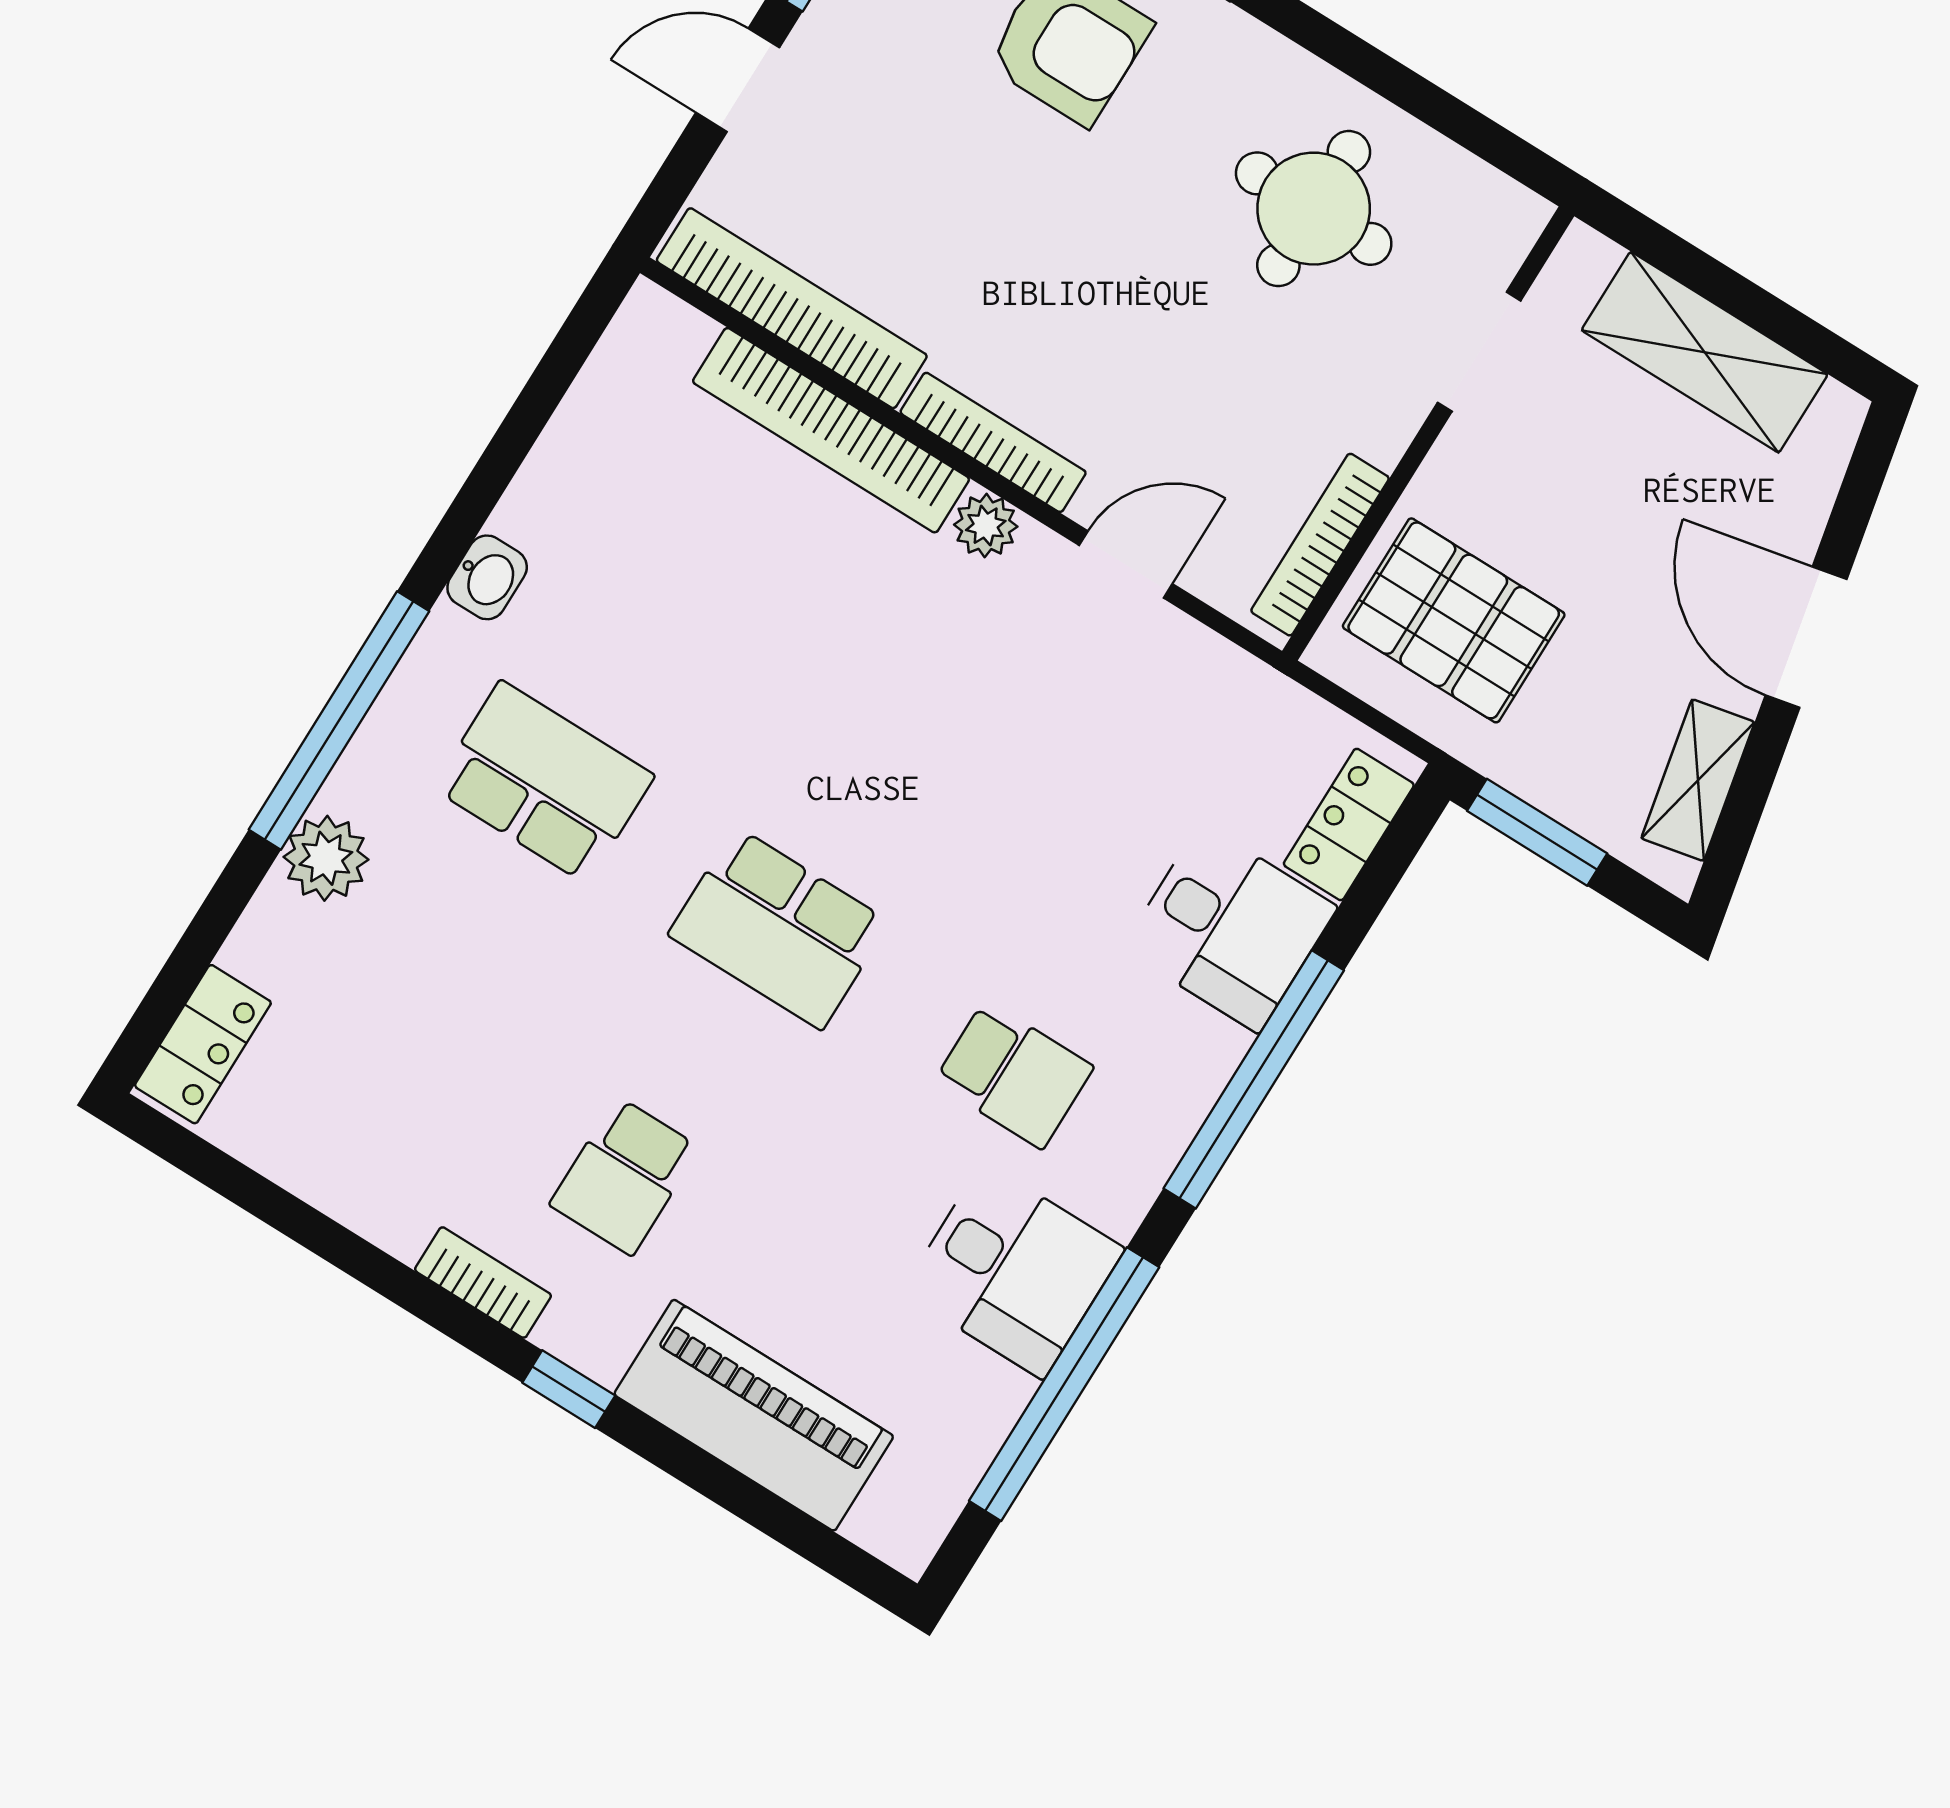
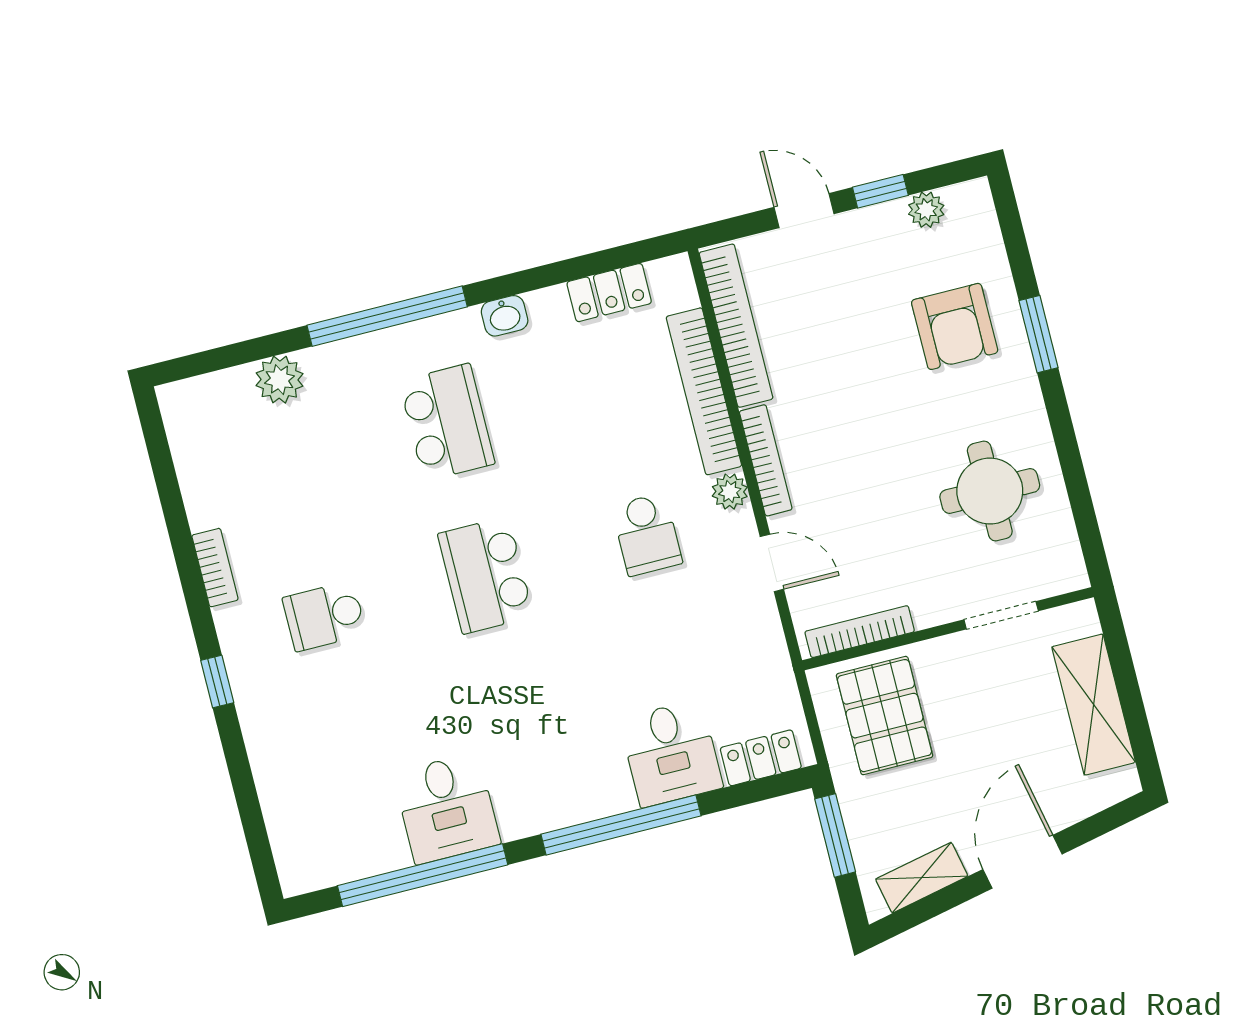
plant: (326, 858) -> (280, 380), moved
locker: (203, 1044) -> (609, 293), moved
school desk: (1014, 1074) -> (647, 534), moved
bookcase: (483, 1283) -> (215, 568), moved
piano: (754, 1415) -> (283, 765), removed

